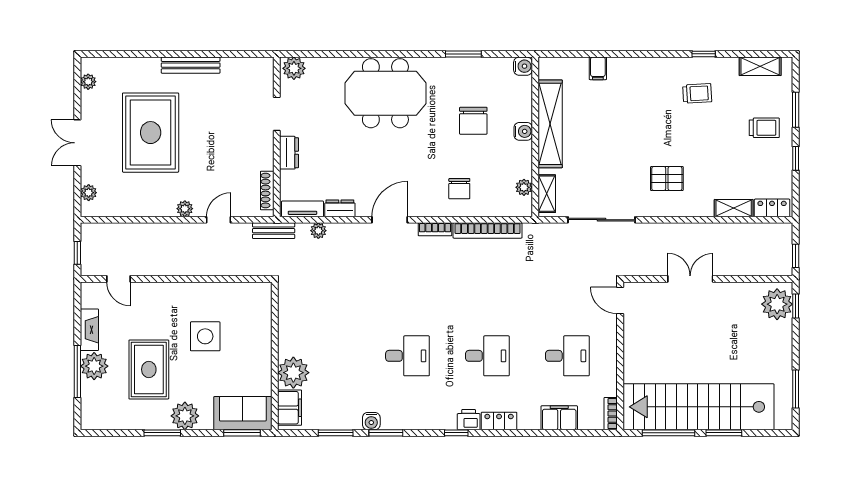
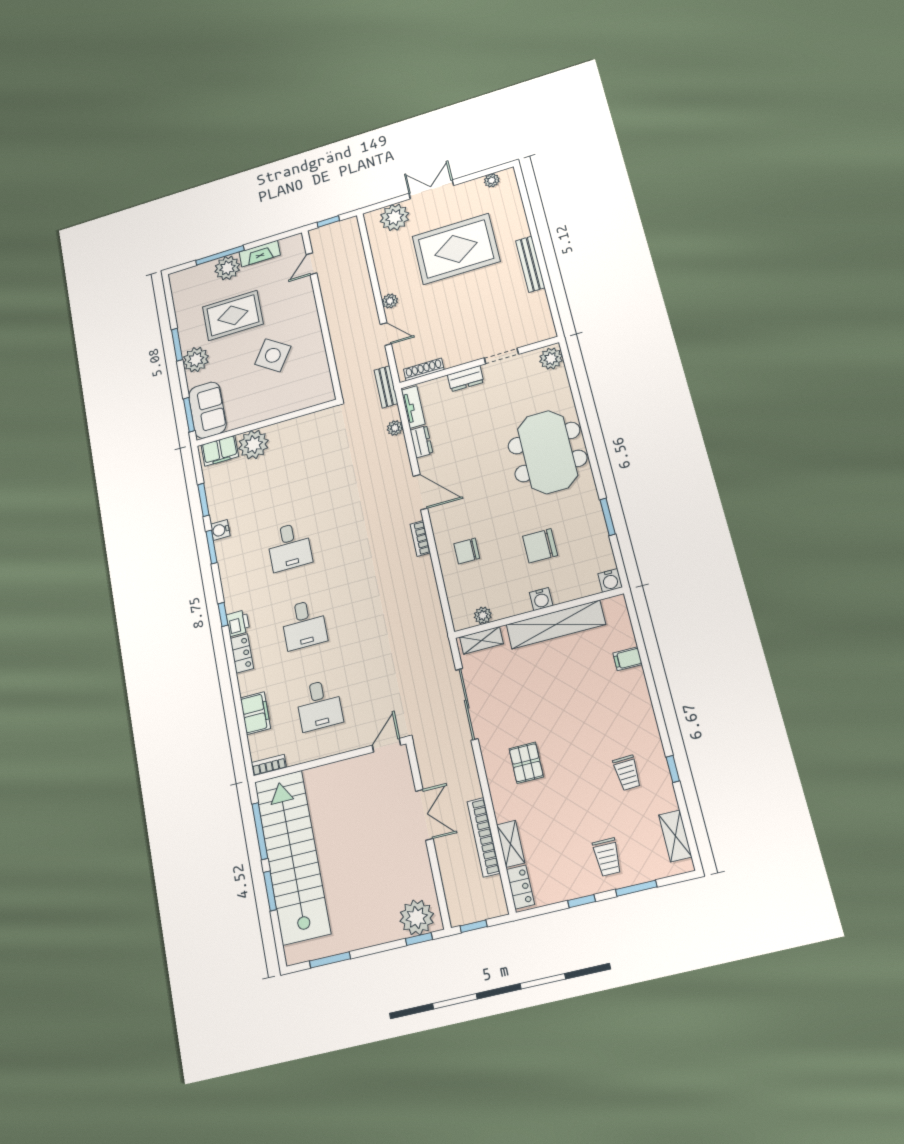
plant: (89, 193) -> (395, 217), width x1.88, depth x1.88
bookcase: (488, 230) -> (484, 837), moved
side table: (205, 336) -> (273, 355), turned 34

